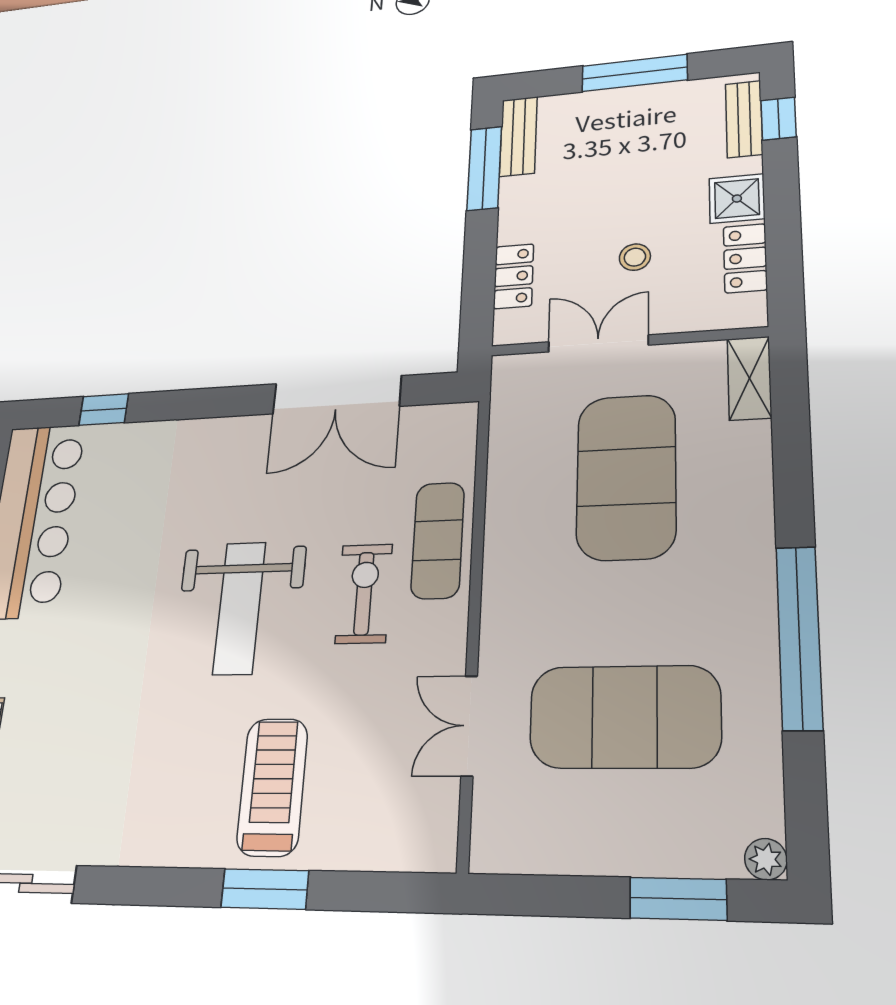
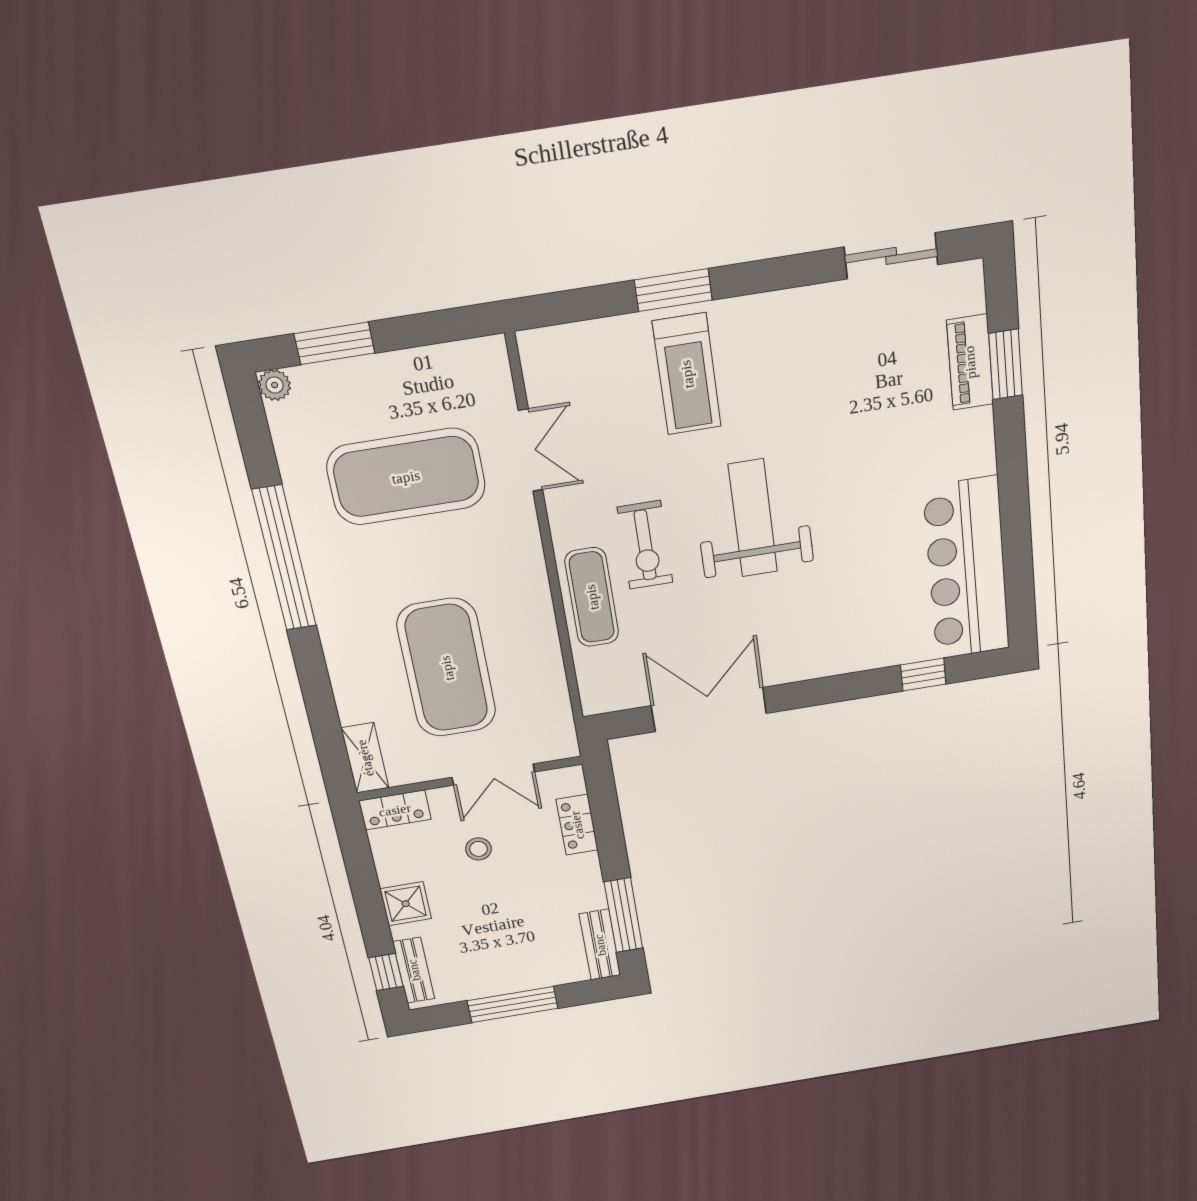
locker: (745, 258) -> (395, 810), moved, turned 90

